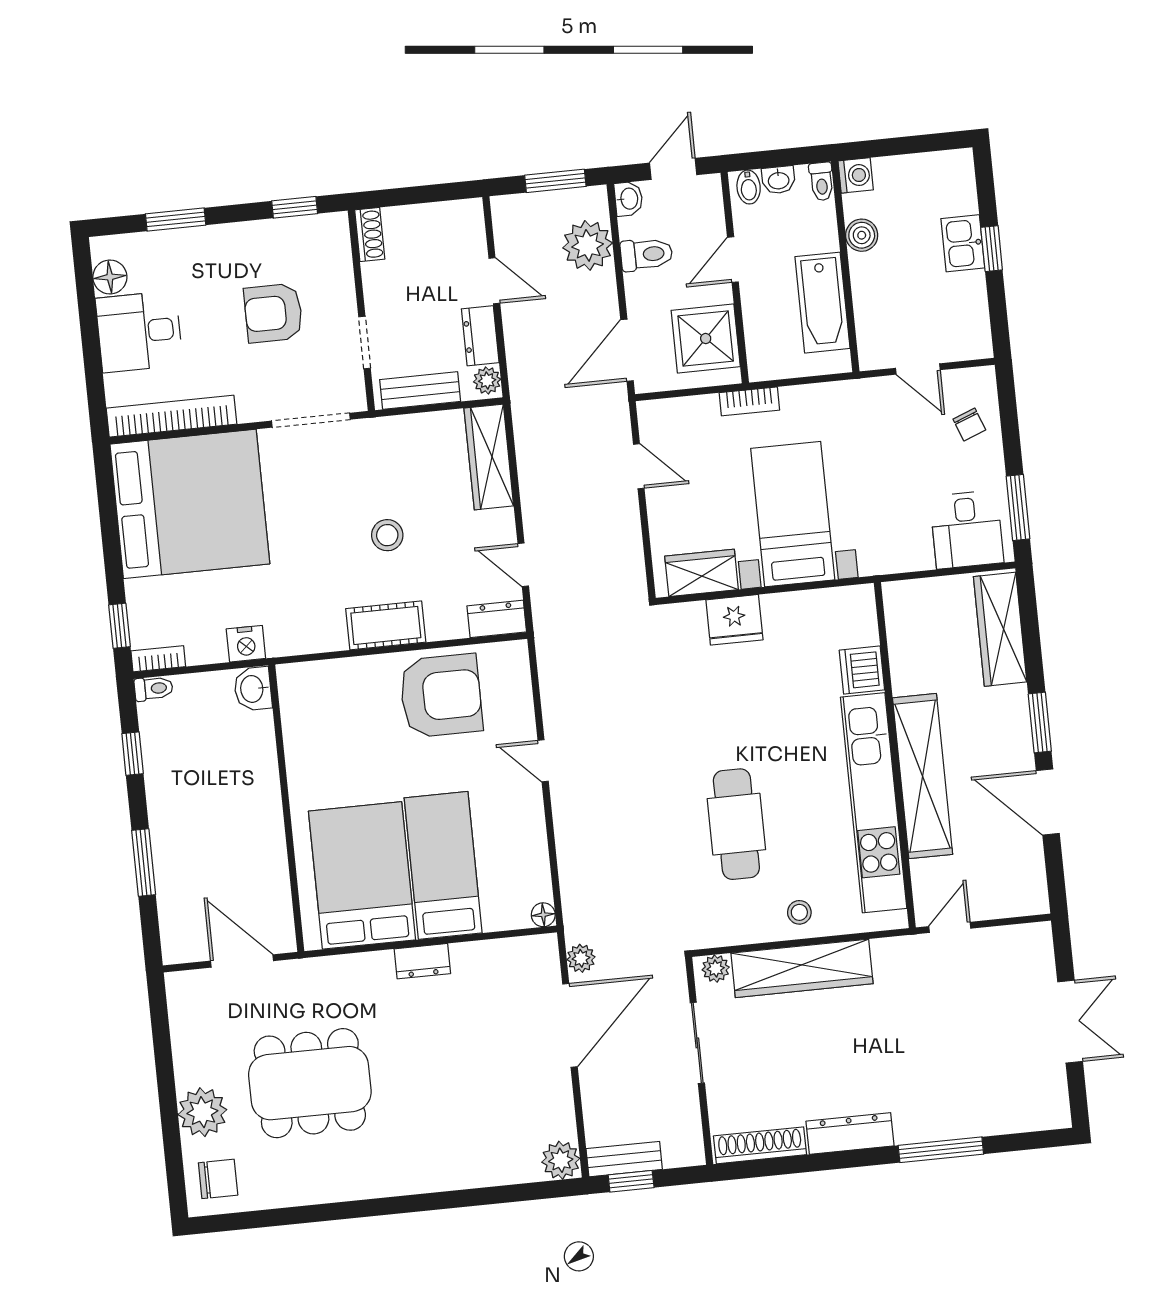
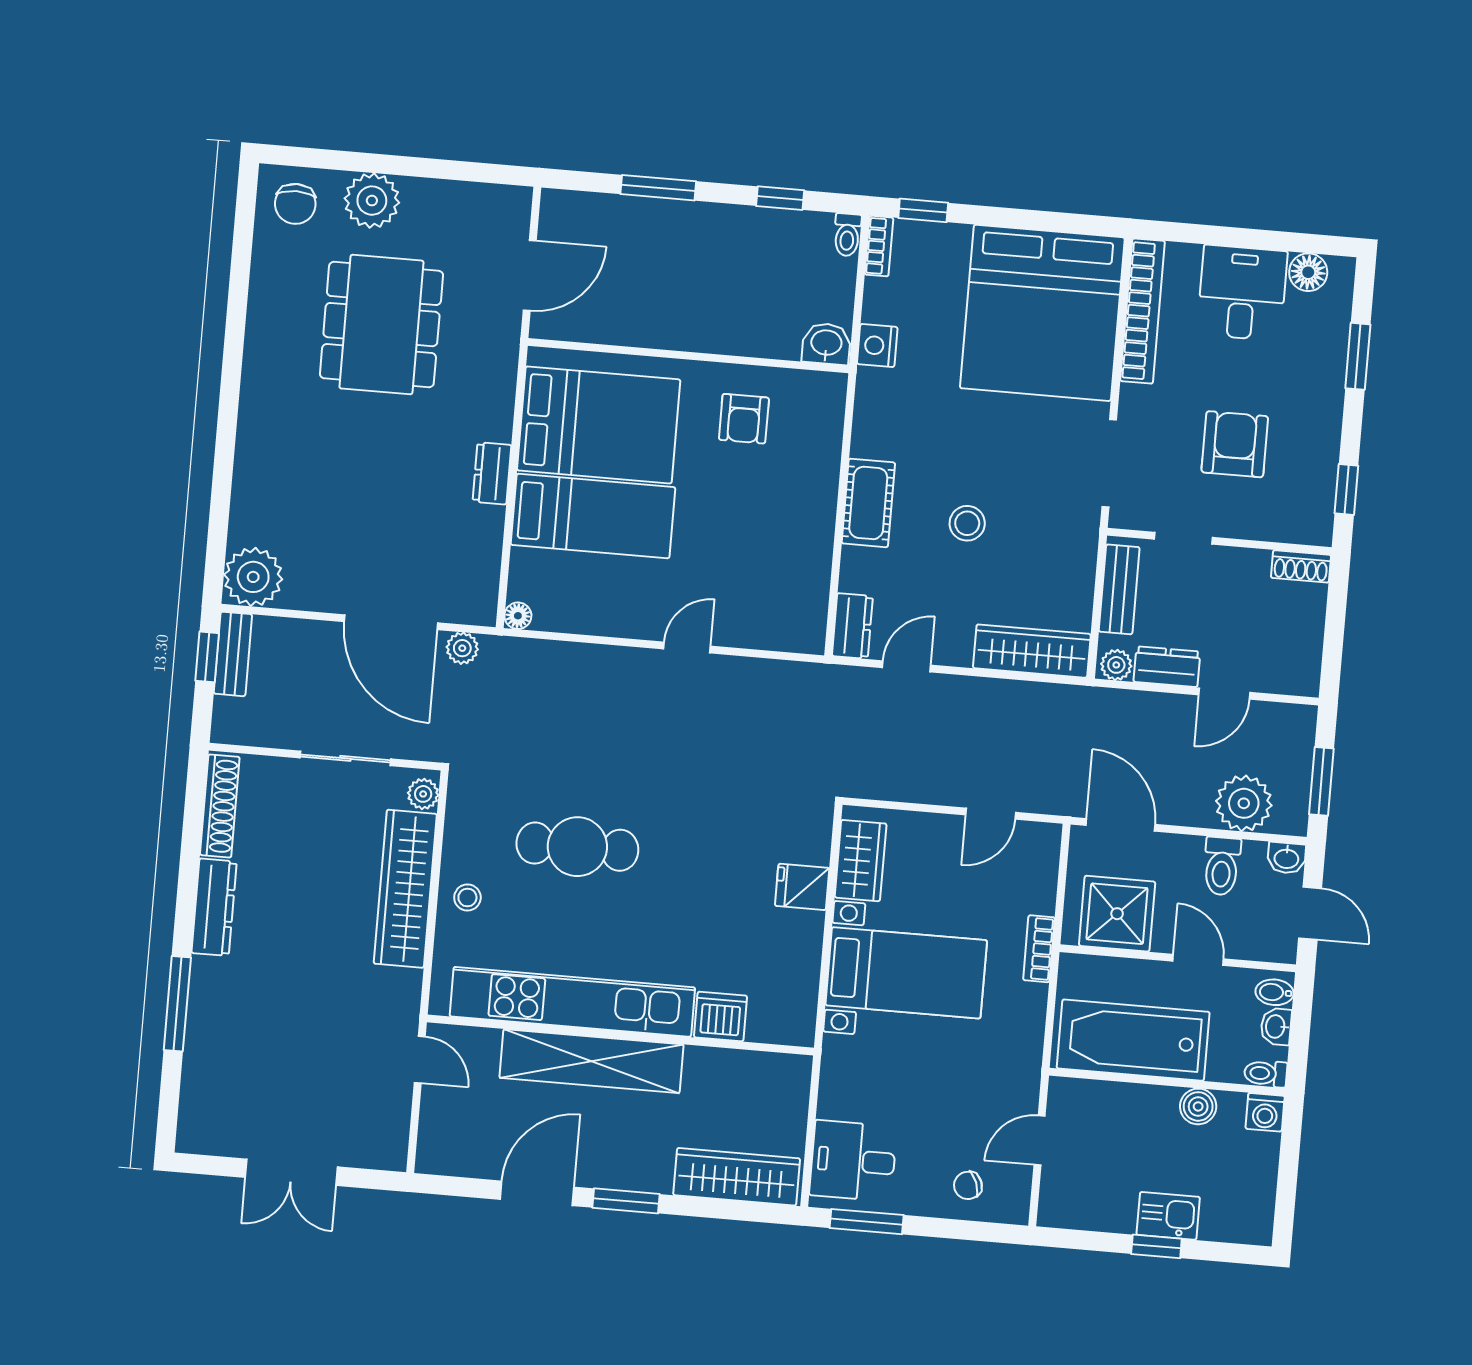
bathtub: (822, 303) -> (1133, 1040), width x1.36, depth x1.36
fridge: (734, 620) -> (802, 887), width x0.72
armchair: (441, 696) -> (744, 419), moved, width x0.53, depth x0.53
plant: (561, 1160) -> (253, 577), width x1.36, depth x1.36

